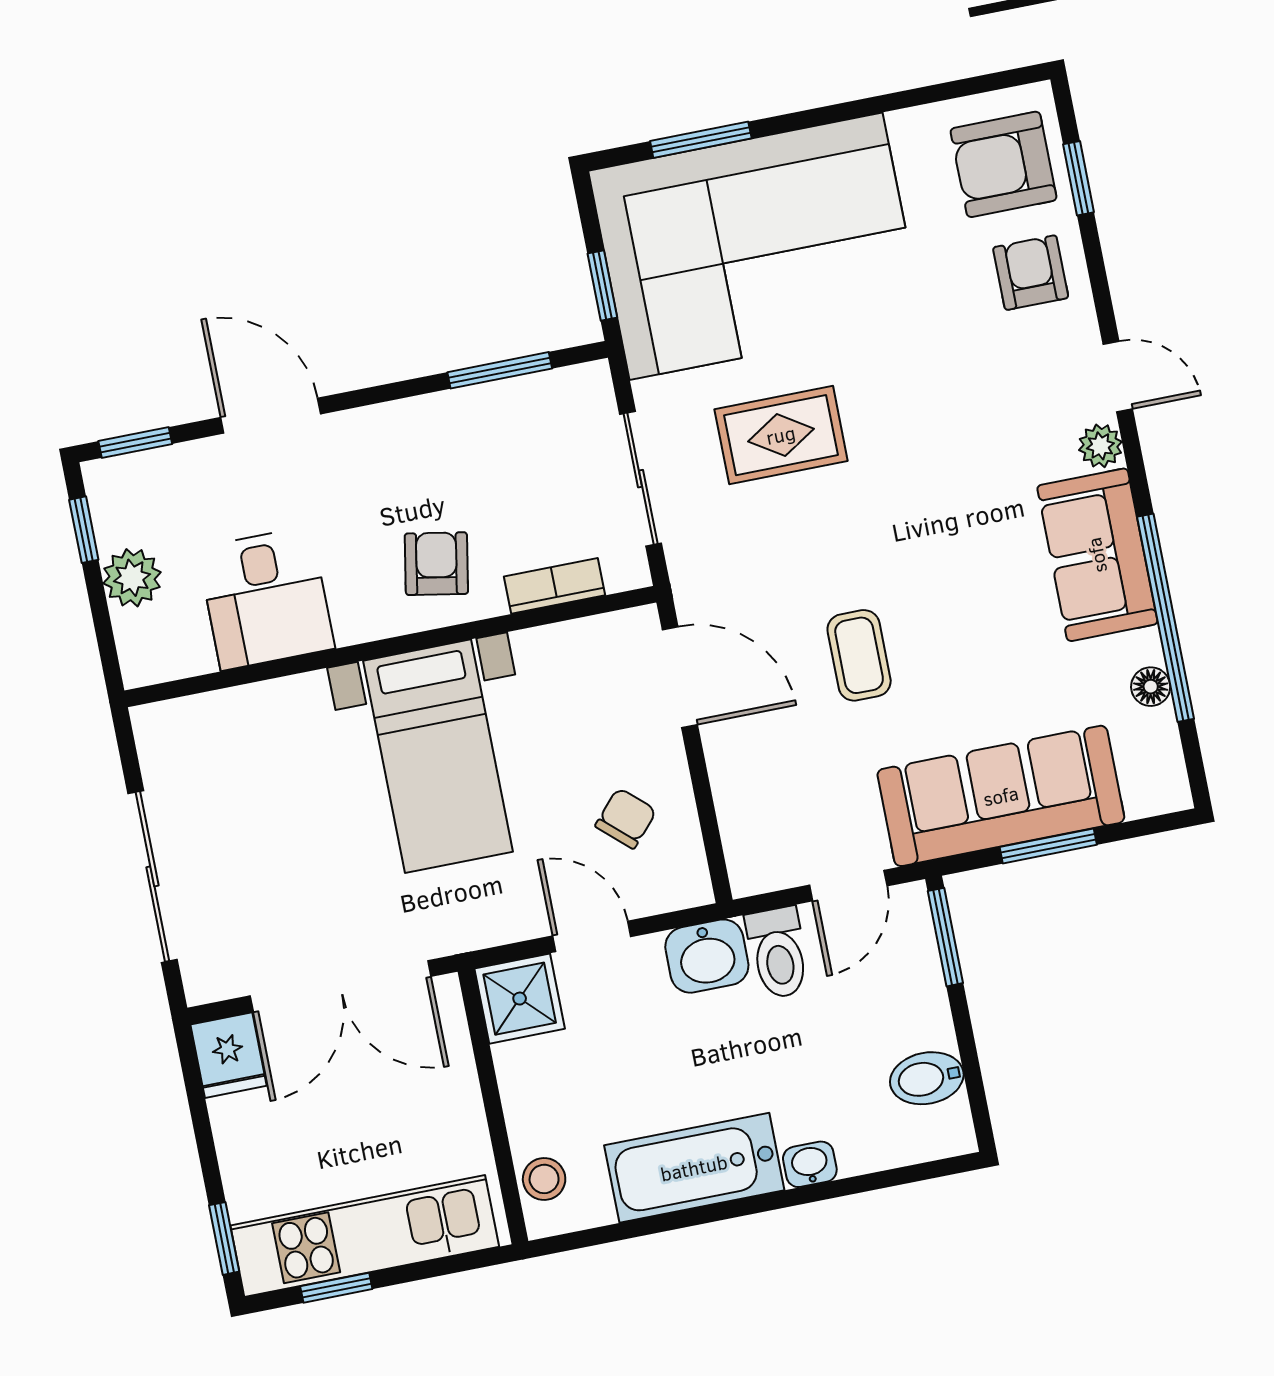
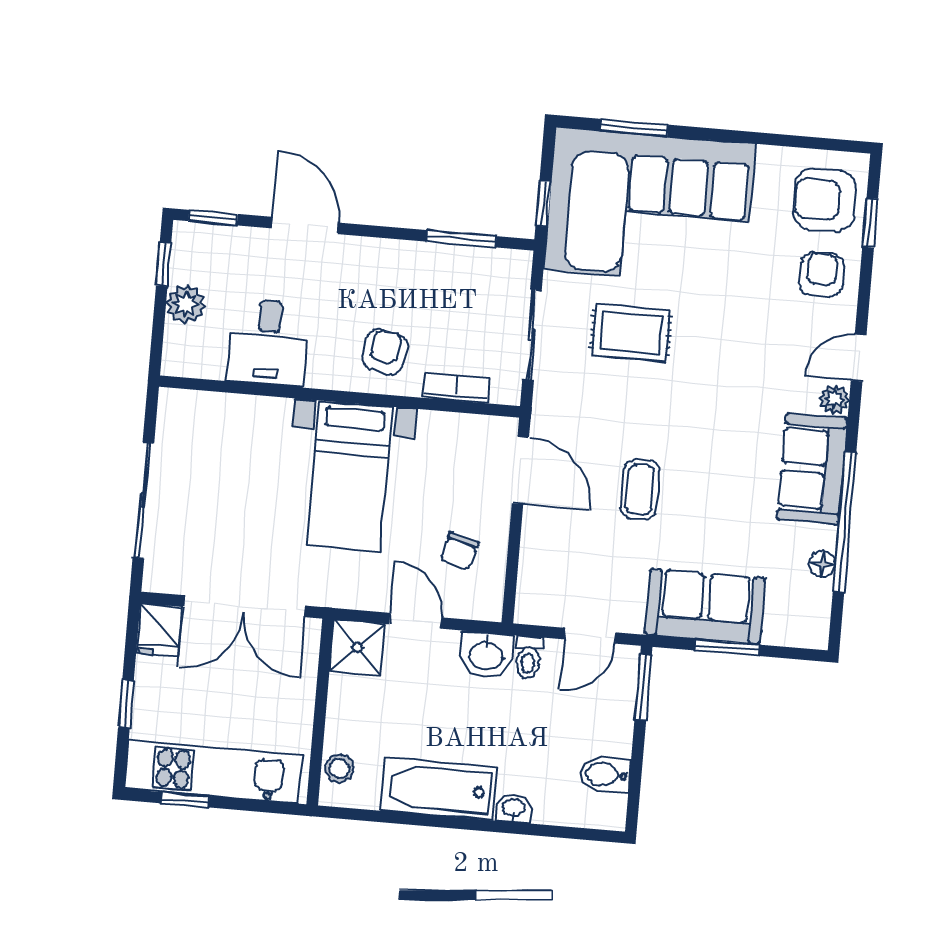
door: (1118, 377) -> (859, 358), swing flipped
sofa: (1001, 796) -> (705, 606), width x0.73
chair: (626, 818) -> (459, 551), turned 152
toilet: (778, 953) -> (528, 657), width x0.73, depth x0.72
window: (224, 1238) -> (126, 704), moved

